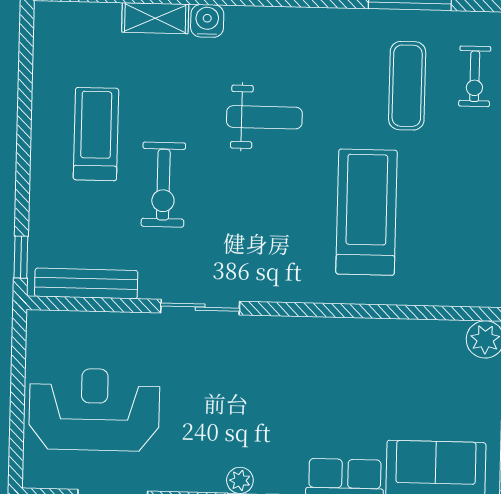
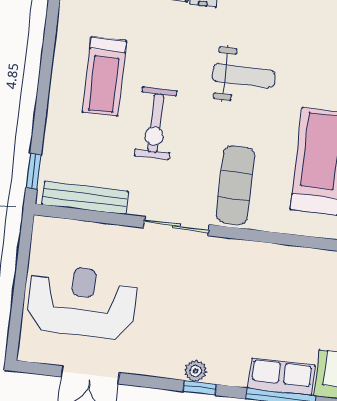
treadmill: (96, 134) -> (105, 76), turned 180
exercise mat: (267, 251) -> (235, 185), added

